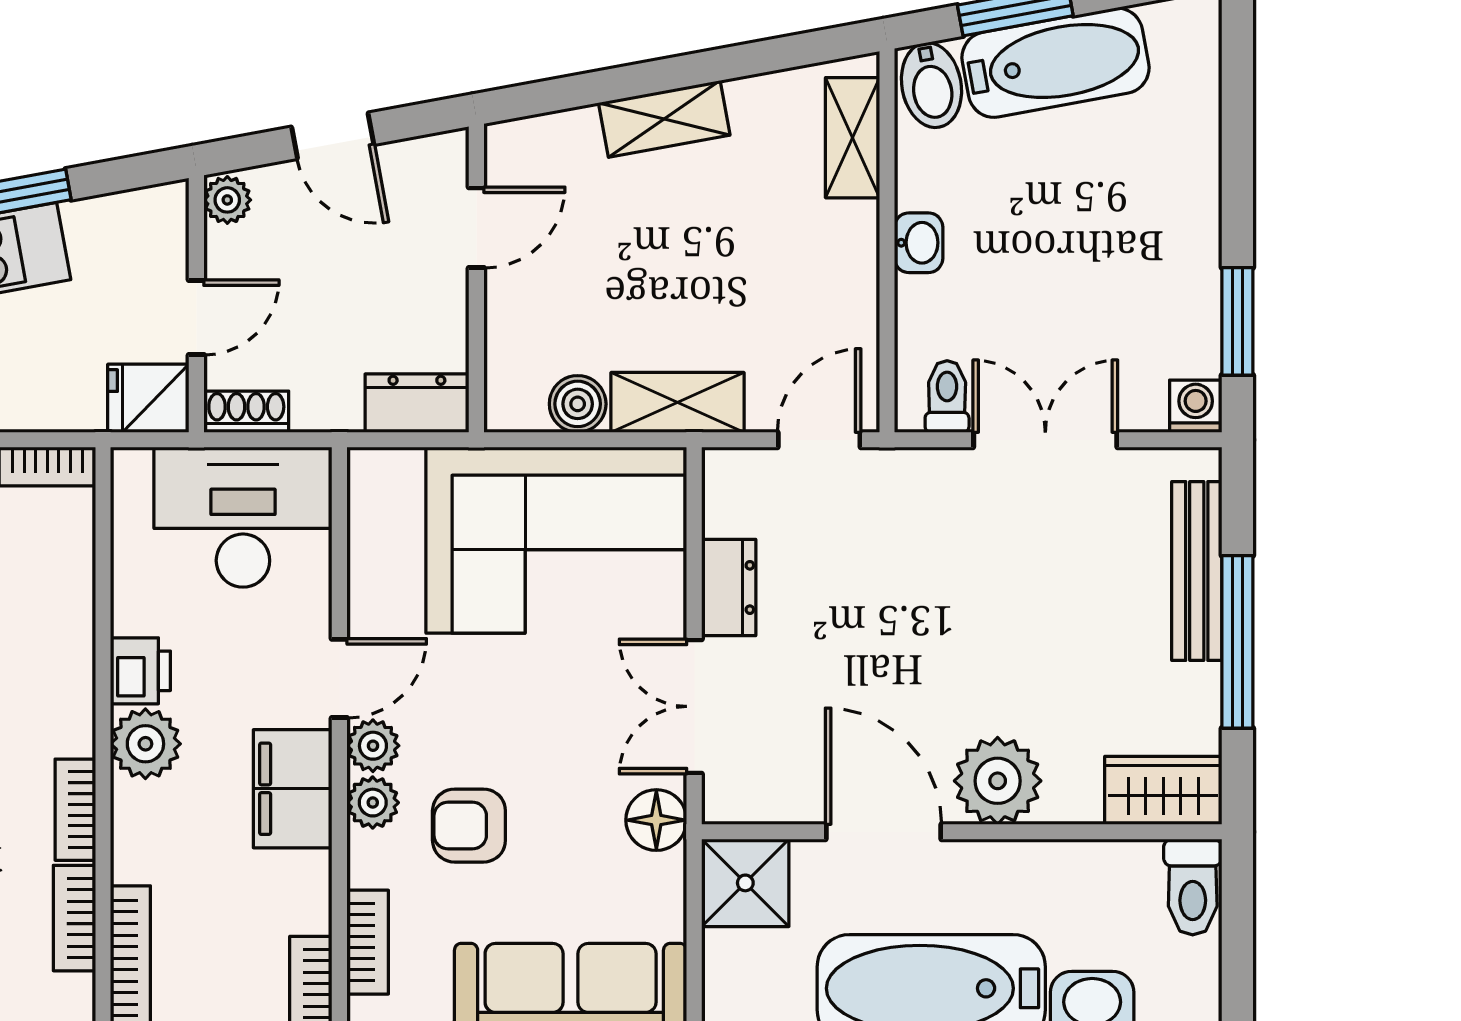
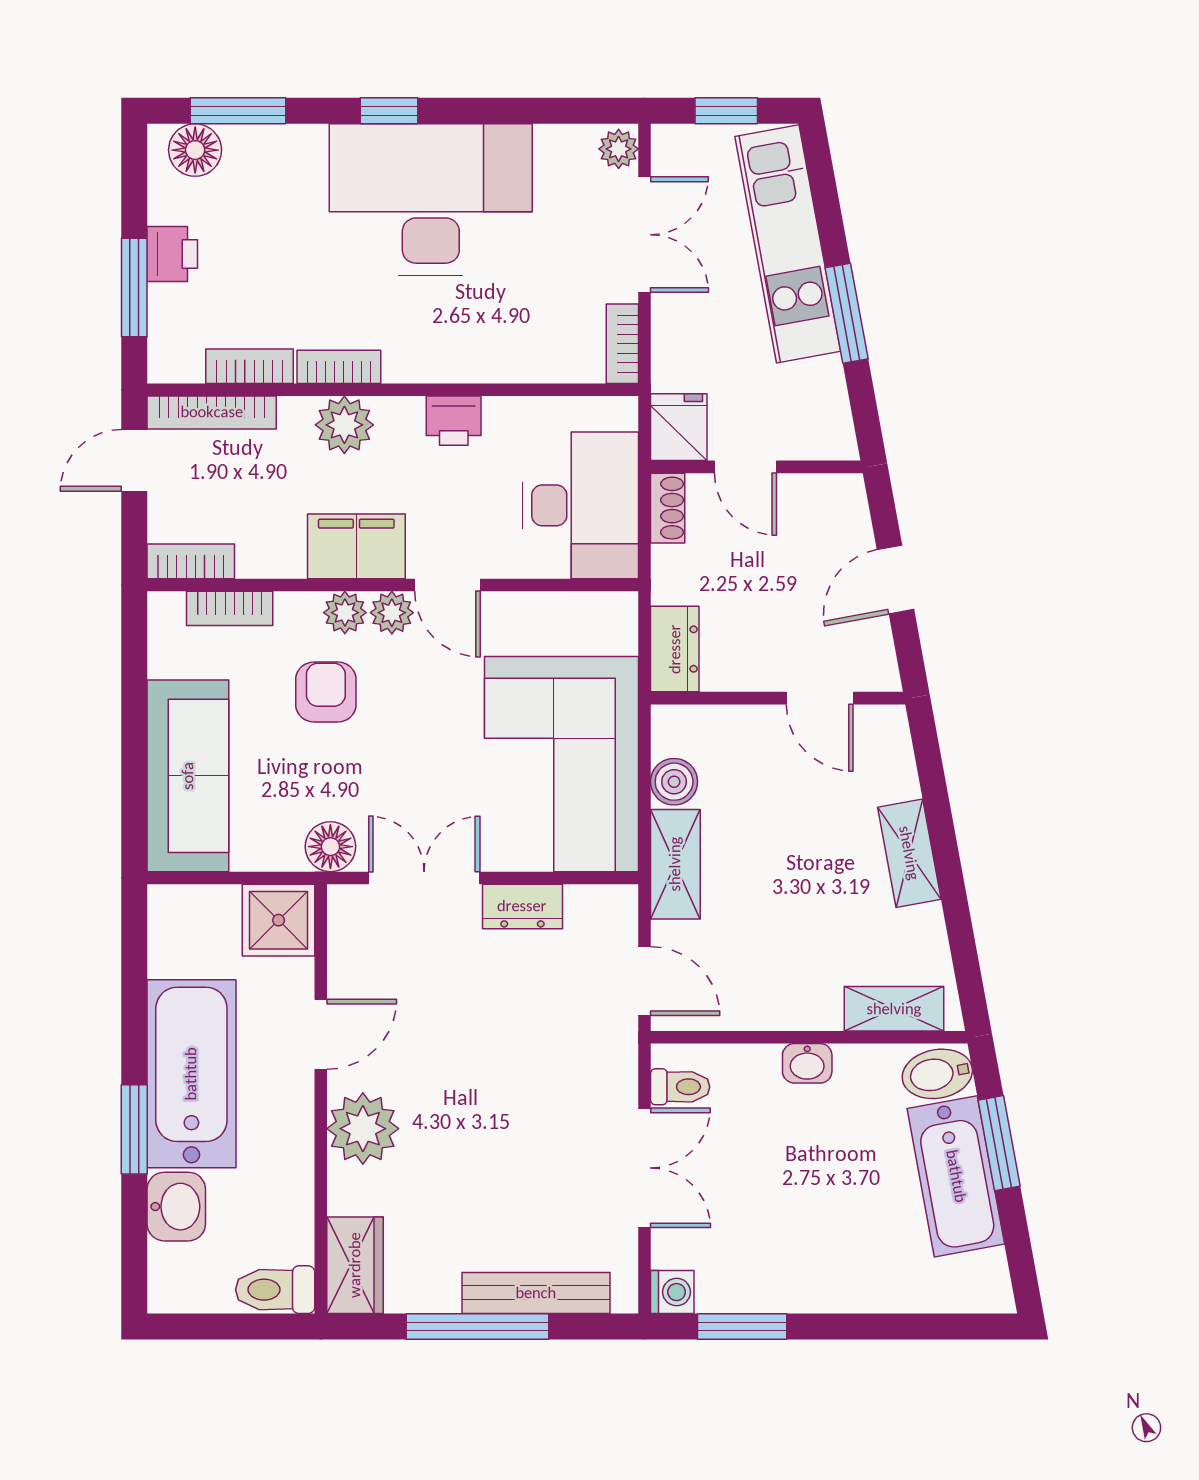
plant: (227, 200) -> (842, 492), removed
plant: (145, 744) -> (344, 425), moved
door: (883, 832) -> (321, 1034), width x0.73

